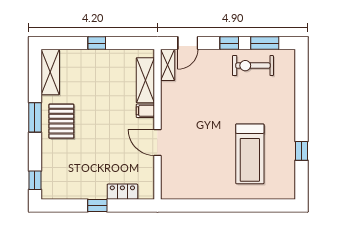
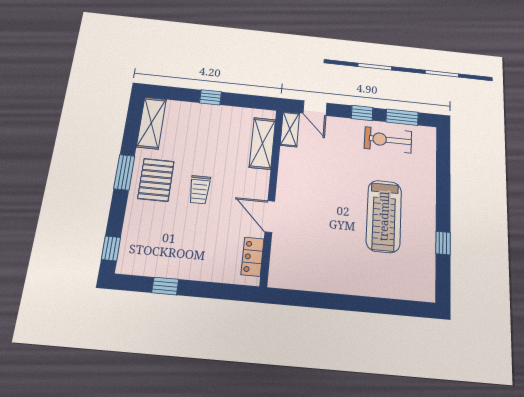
door: (188, 43) -> (315, 108), hinge flipped
filing cabinet: (145, 111) -> (259, 178), removed
trolley: (98, 126) -> (200, 190), added
treadmill: (250, 154) -> (384, 216), moved
locker: (122, 192) -> (253, 257), moved, turned -90
window: (97, 205) -> (165, 286), moved

